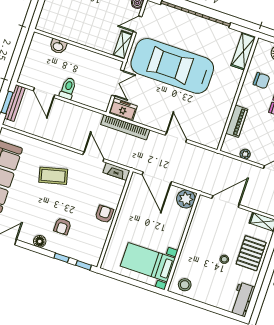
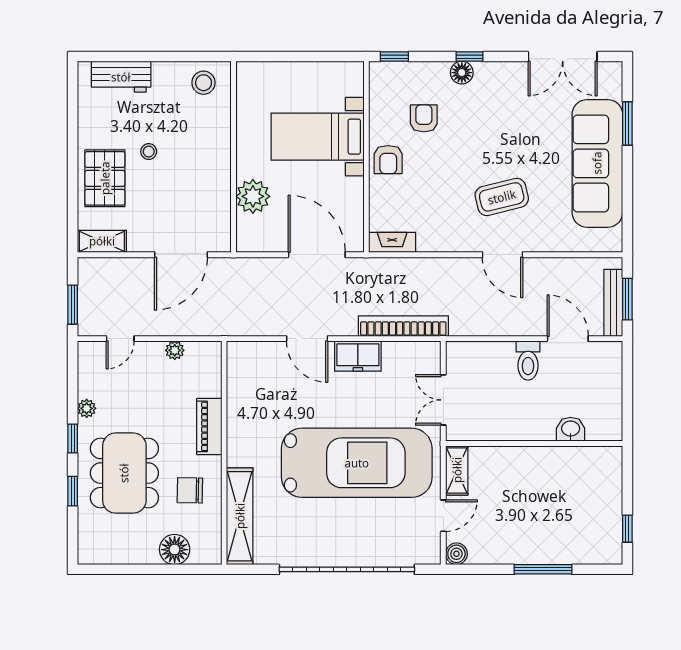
shelving: (243, 51) -> (240, 516), width x1.47
freezer: (123, 110) -> (358, 356), moved
piano: (237, 121) -> (209, 426), moved
door: (93, 157) -> (502, 255), moved
plant: (186, 199) -> (253, 196), moved
armchair: (62, 226) -> (424, 118), moved
floor lamp: (40, 241) -> (462, 73), moved
window: (61, 258) -> (470, 57), moved
bed with nightstands: (148, 262) -> (318, 137), moved, turned 180
workbench: (242, 300) -> (121, 77), moved, turned 90

